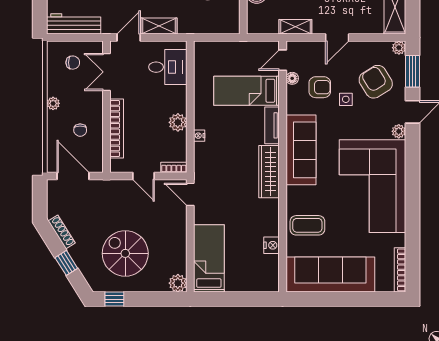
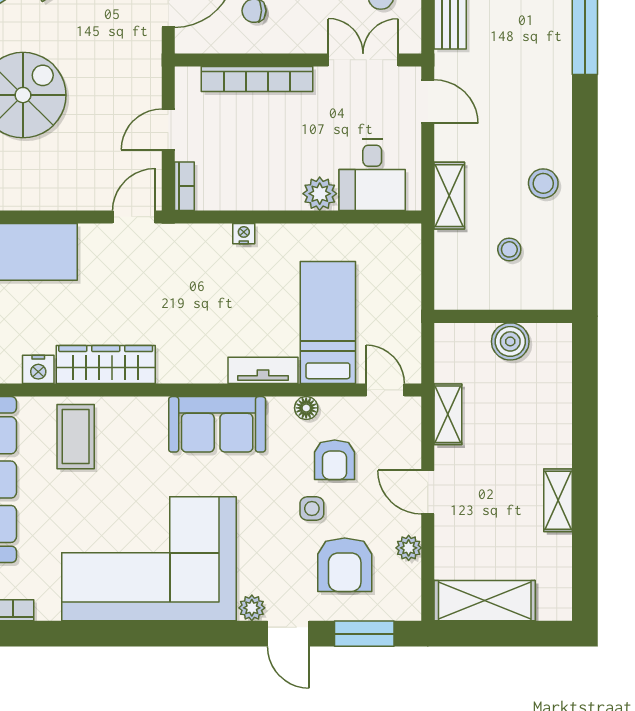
shelving: (159, 26) -> (449, 196), moved
plant: (399, 48) -> (409, 548), moved
floor lamp: (292, 78) -> (306, 408), moved
armchair: (376, 82) -> (345, 565), turned 122
plant: (178, 122) -> (320, 194), moved
sofa: (301, 150) -> (217, 424), width x0.73
wardrobe: (269, 172) -> (106, 365), moved

